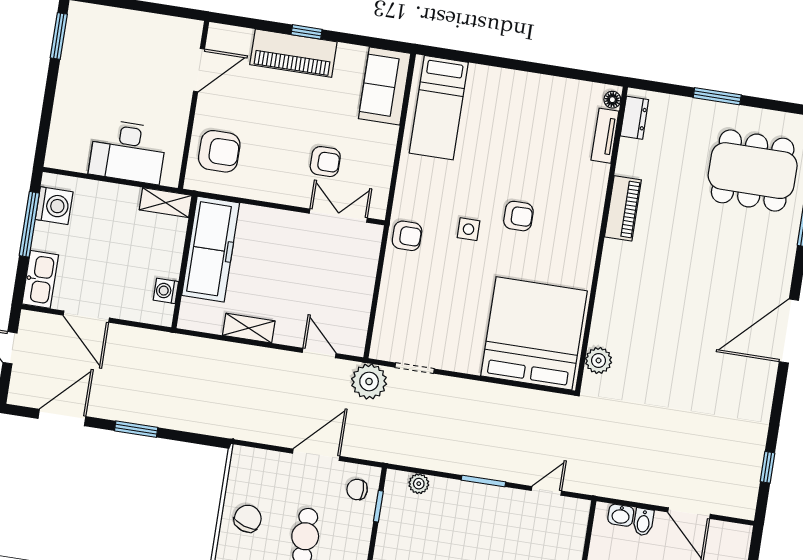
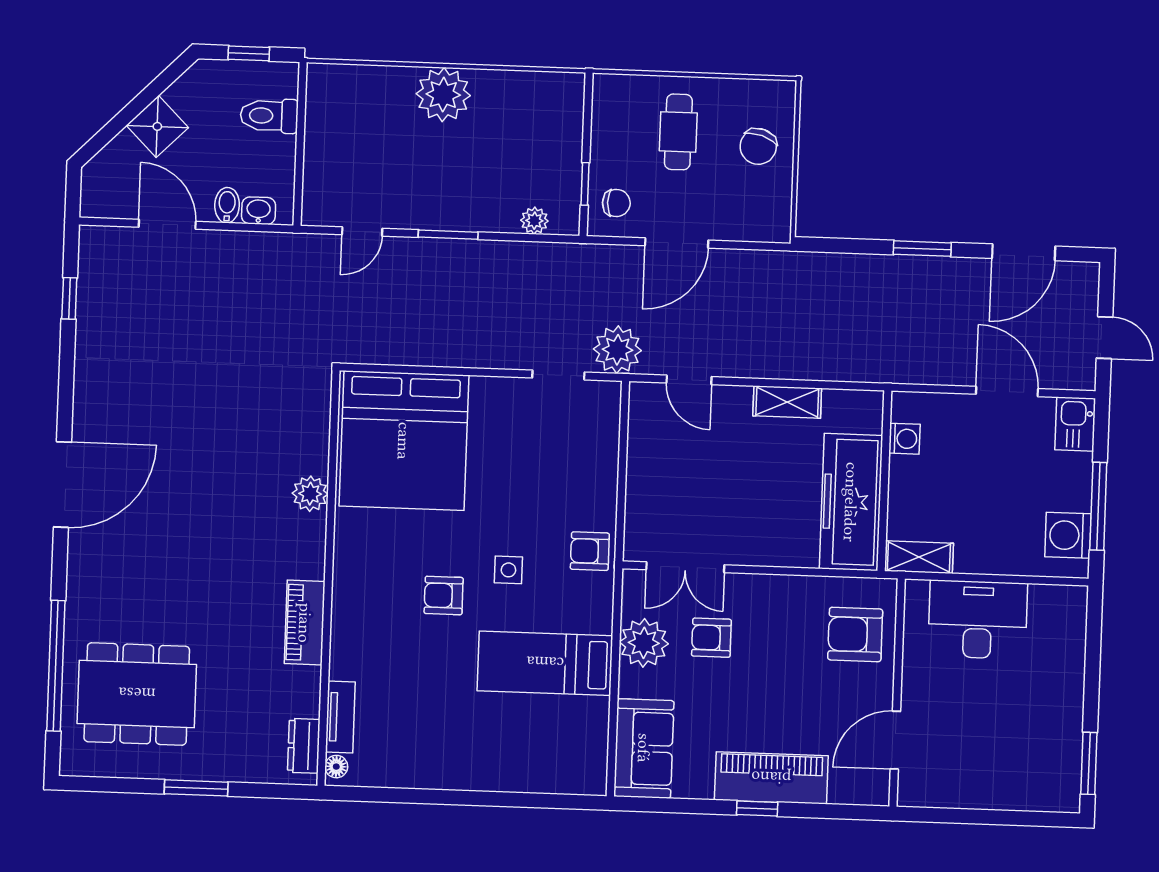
bed: (439, 108) -> (545, 663), moved, turned -90
plant: (375, 164) -> (644, 643), added
kitchen sink: (40, 279) -> (1075, 424), width x0.73
plant: (599, 360) -> (310, 494), moved

